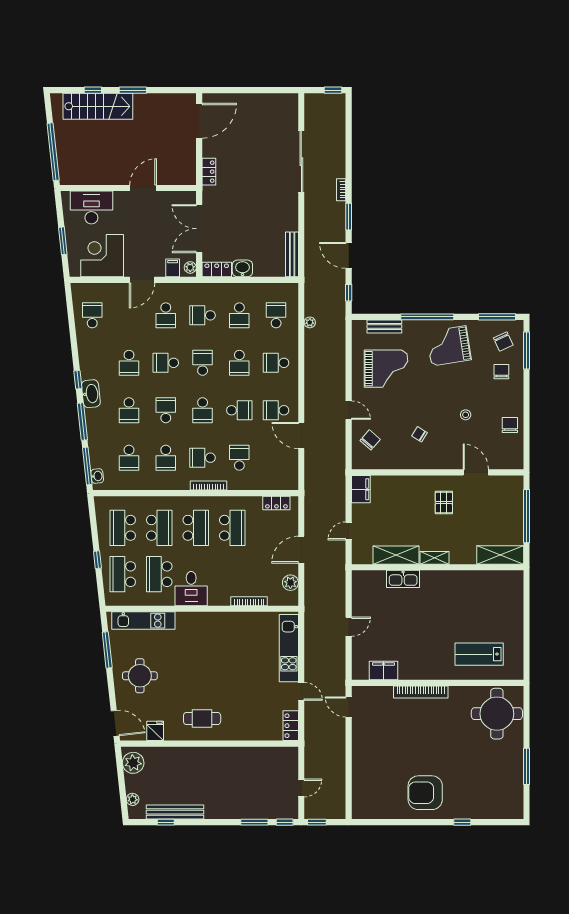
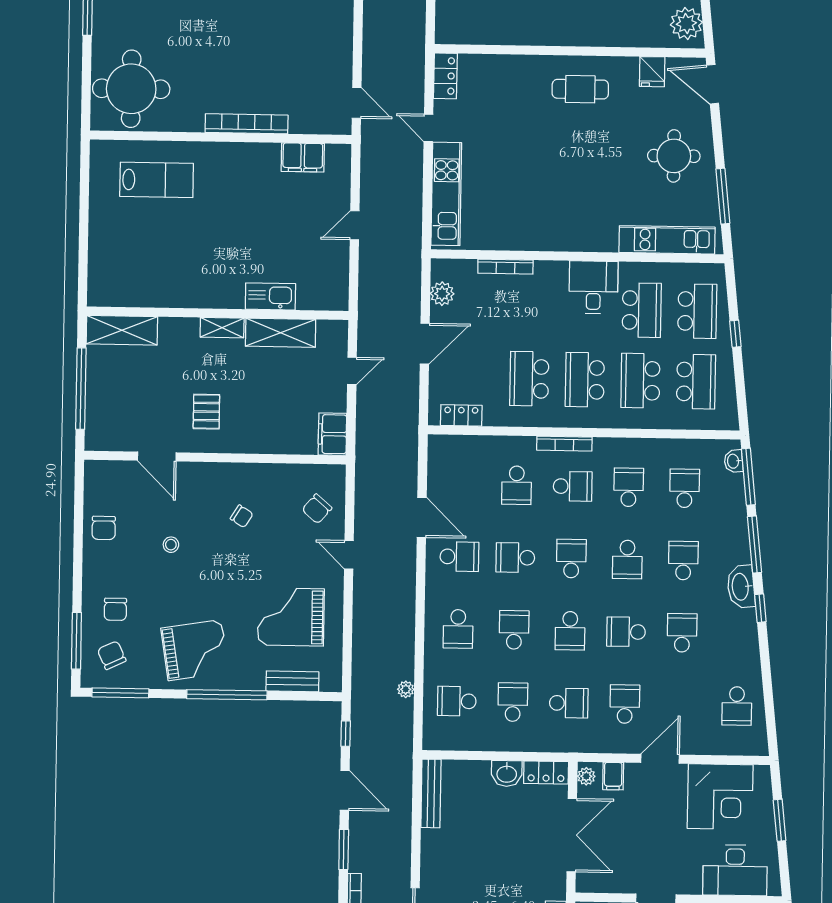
school desk: (276, 315) -> (457, 701), turned 90
school desk: (166, 363) -> (626, 632), turned 180
school desk: (276, 363) -> (458, 629), turned 90

